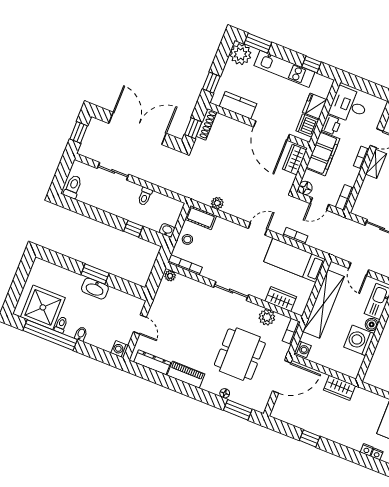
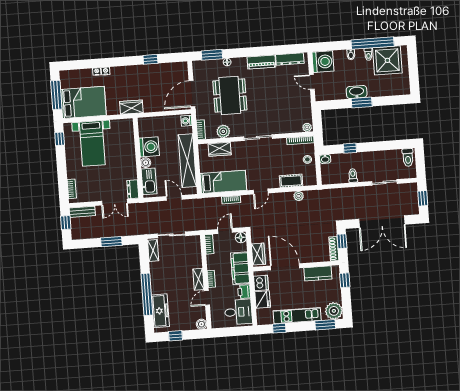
cot: (201, 218) -> (291, 181), moved
washing machine: (120, 349) -> (323, 62), width x1.89, depth x1.89
wardrobe: (339, 388) -> (131, 107), moved

